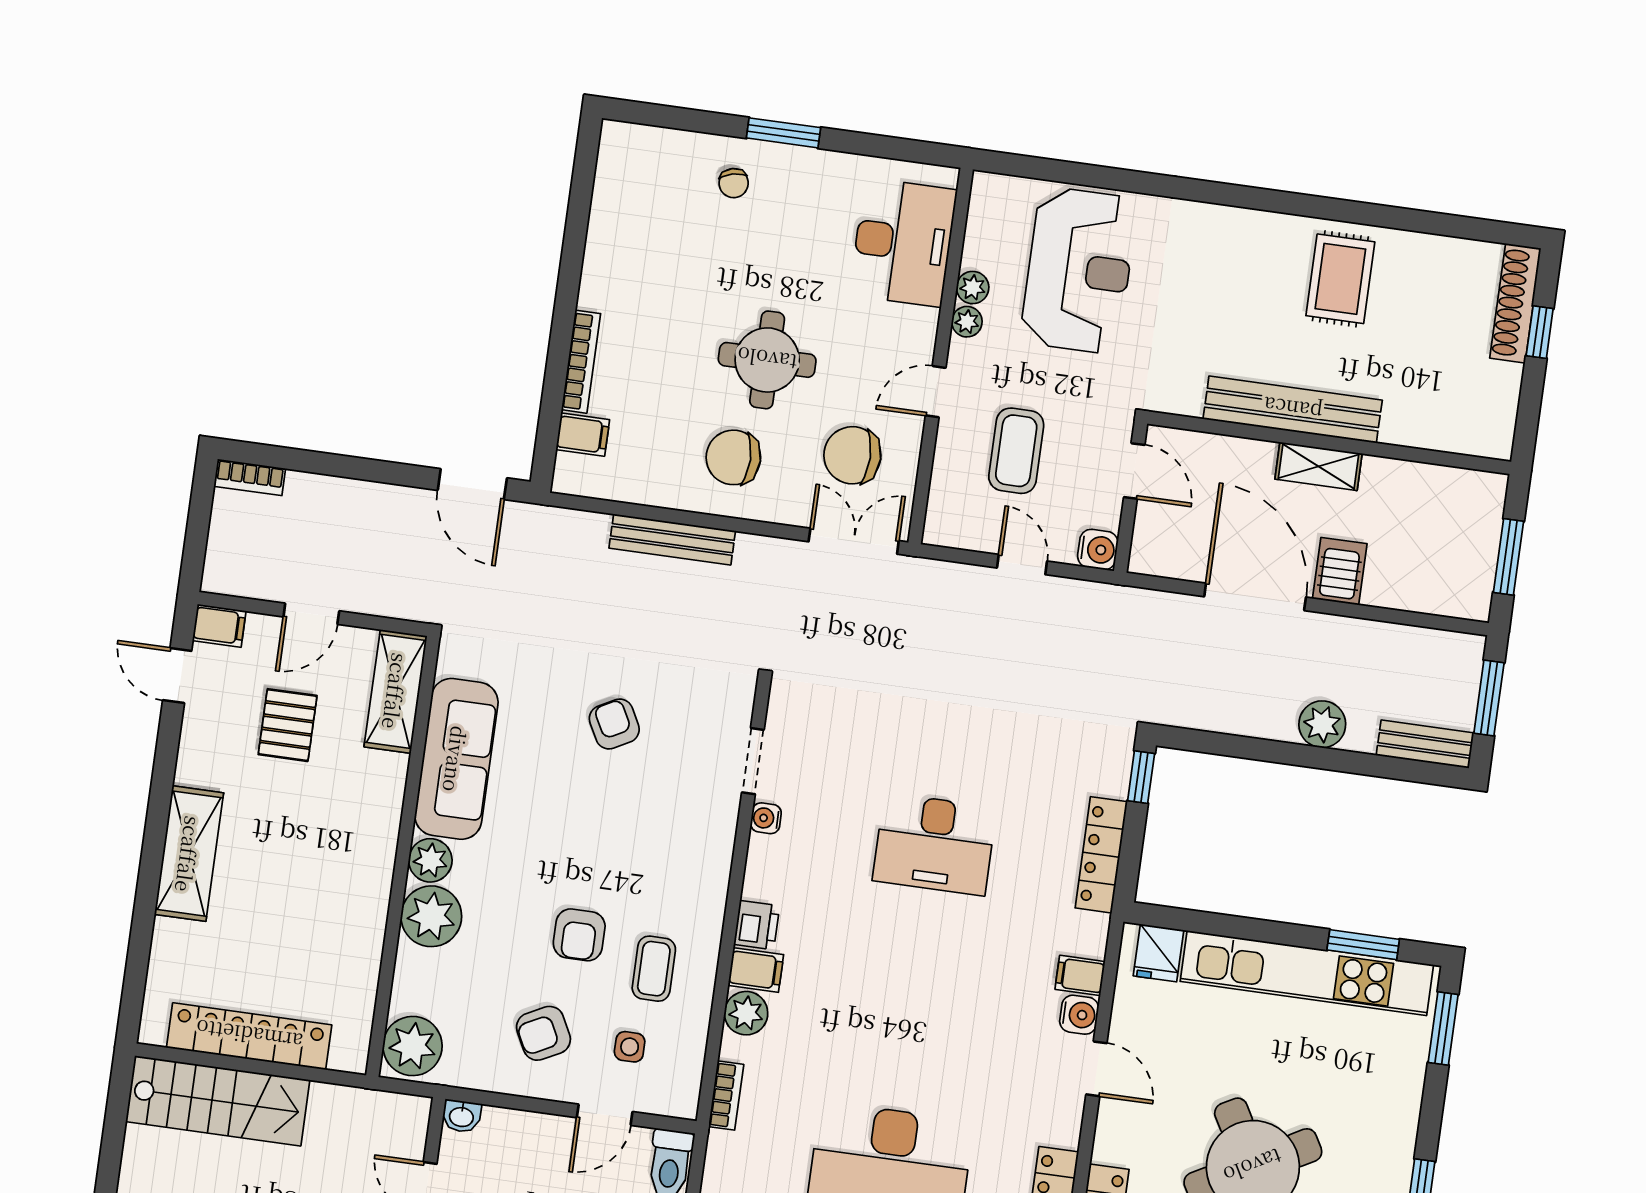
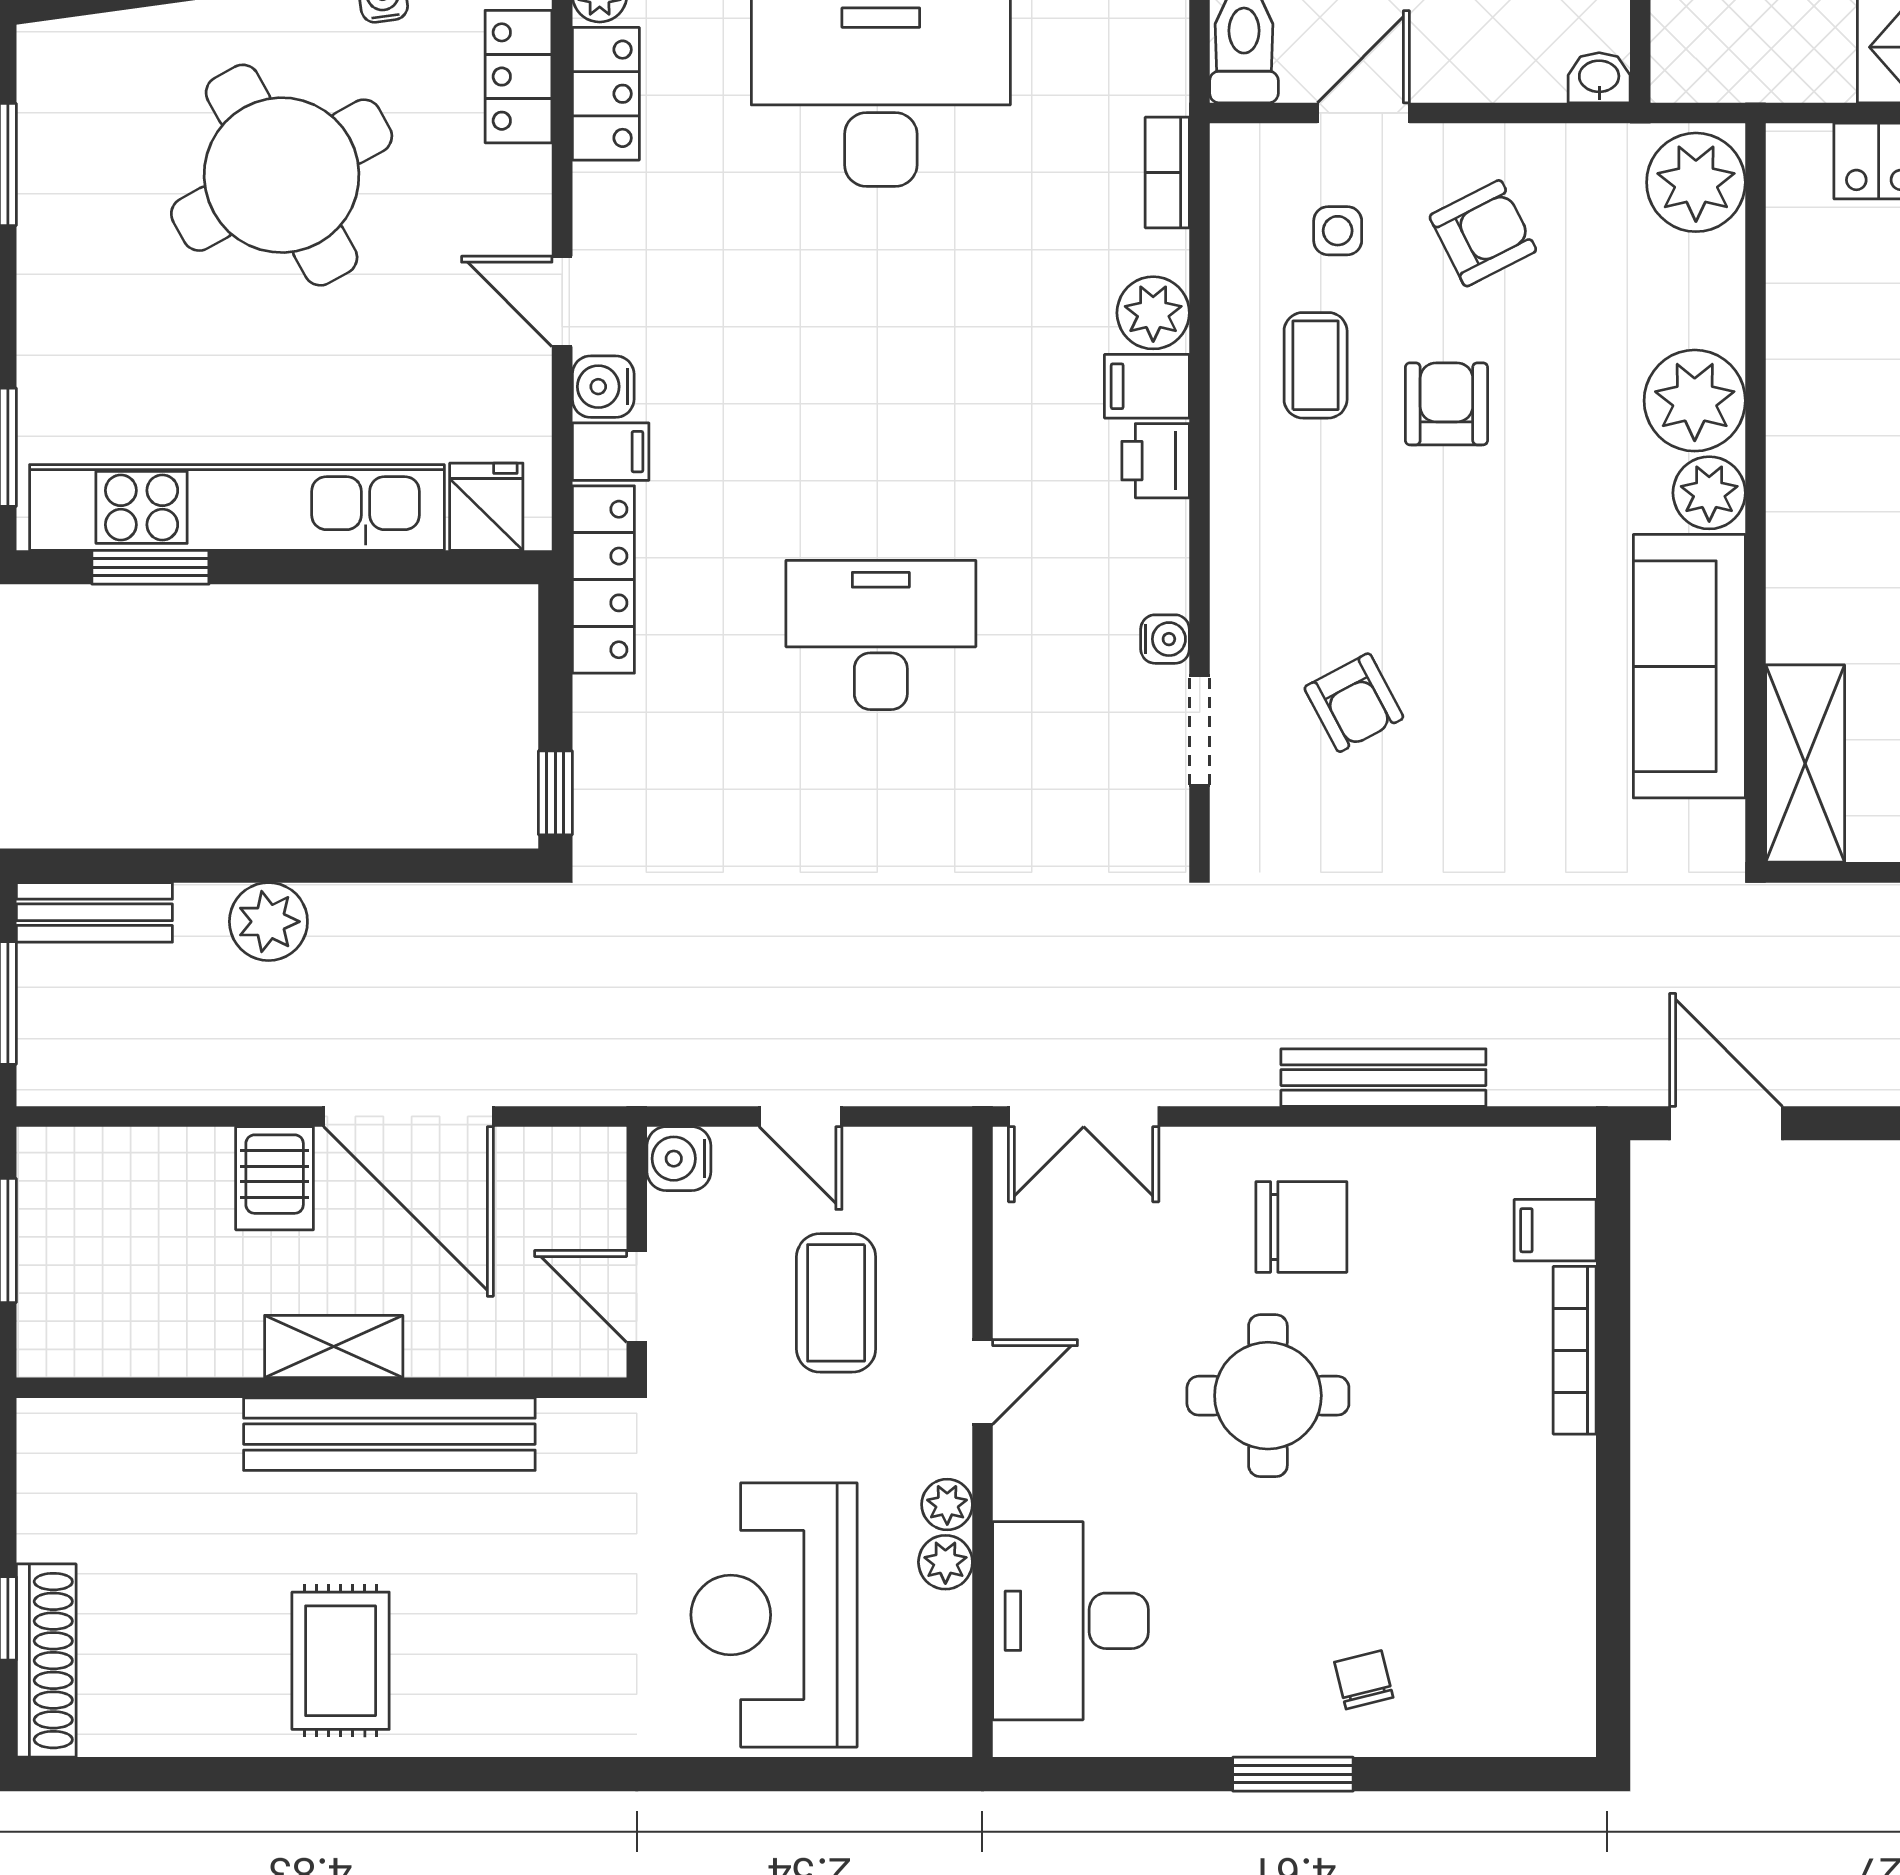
chair: (852, 455) -> (1105, 1258), removed
armchair: (614, 724) -> (1354, 703), moved
locker: (1101, 855) -> (603, 579), moved

